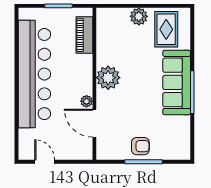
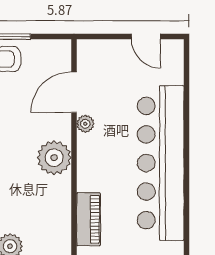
door: (94, 123) -> (74, 92), swing flipped

